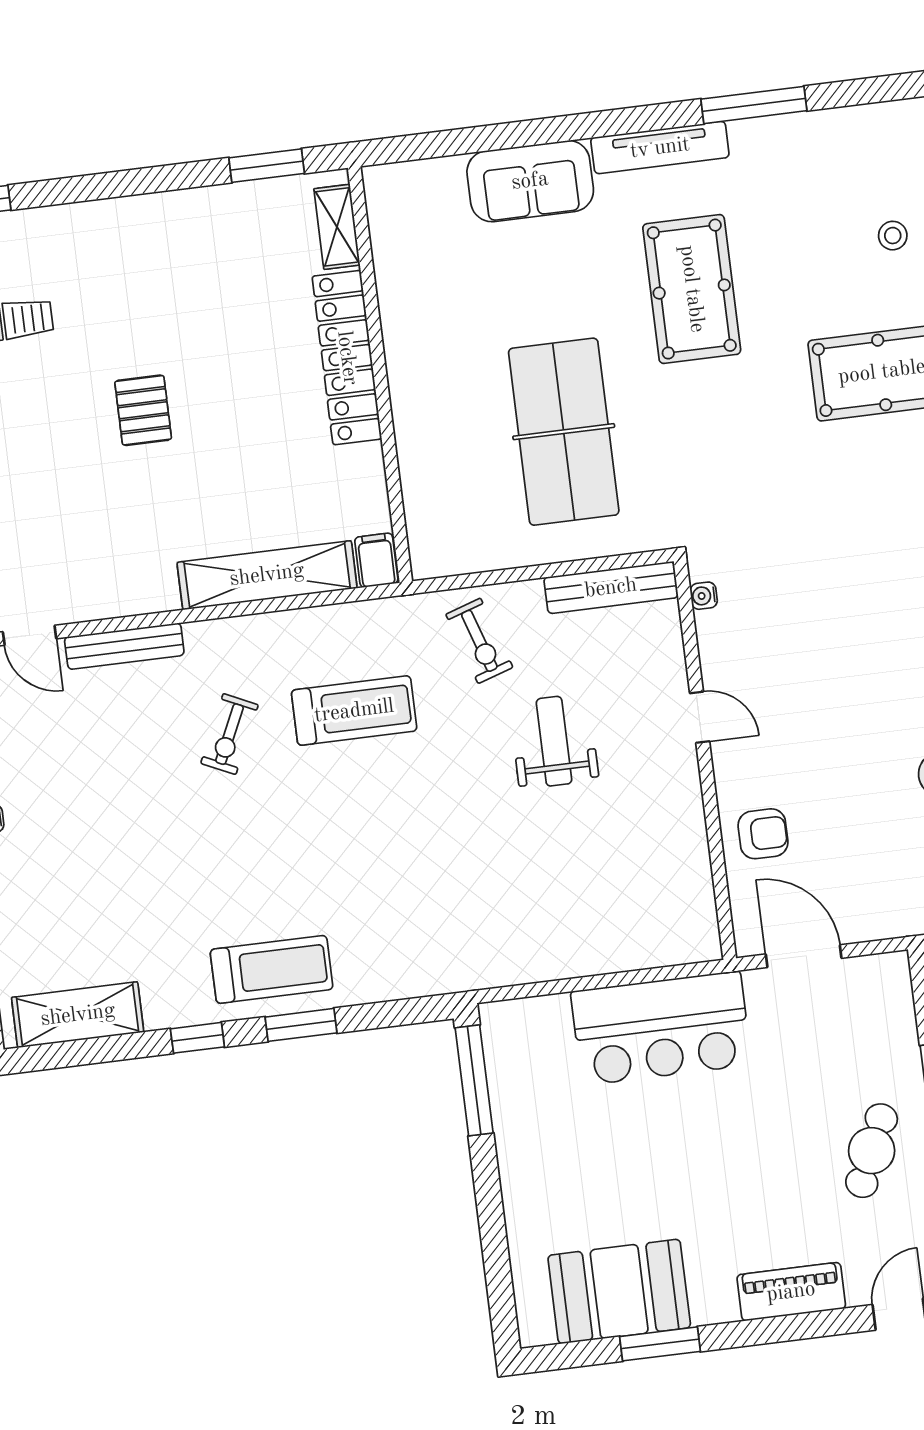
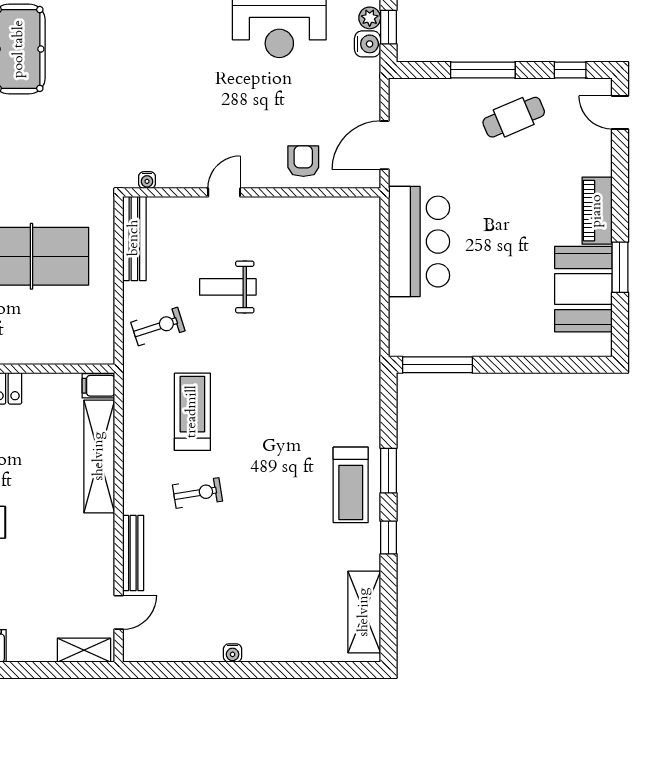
exercise bike: (229, 734) -> (198, 493), turned -34
treadmill: (272, 969) -> (351, 485), turned 180
cafe table: (872, 1151) -> (514, 117), turned -47
piano: (791, 1292) -> (597, 211), moved

